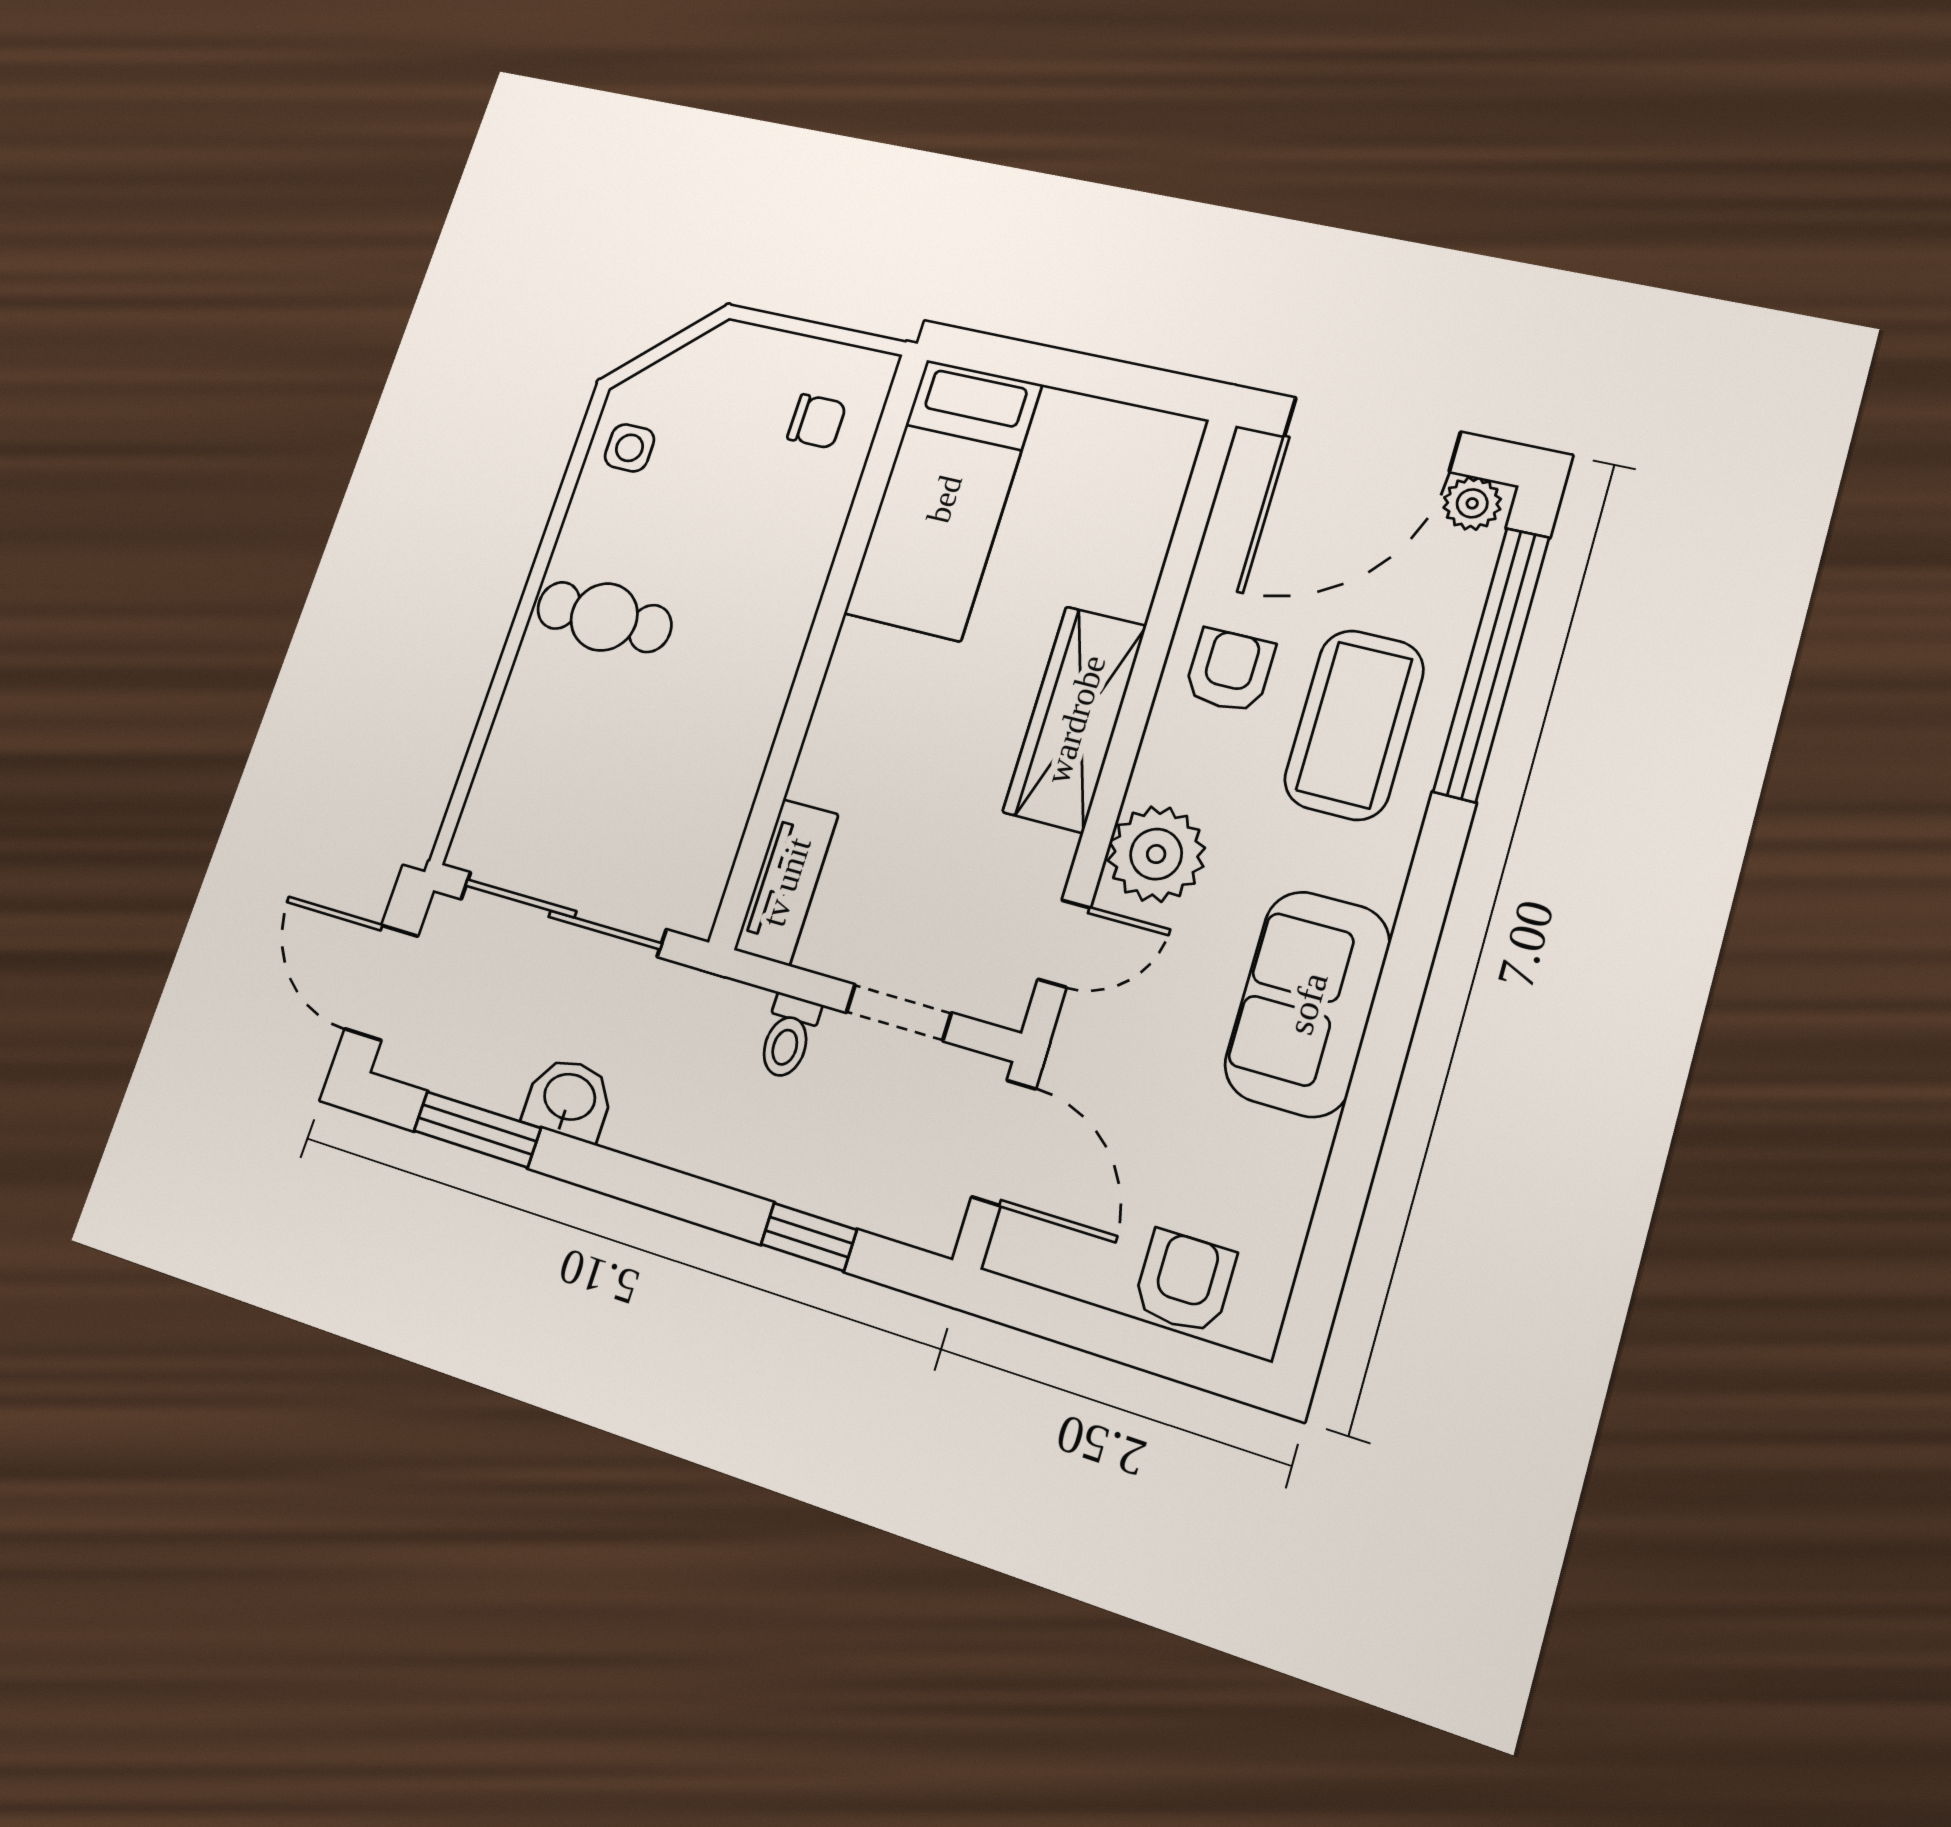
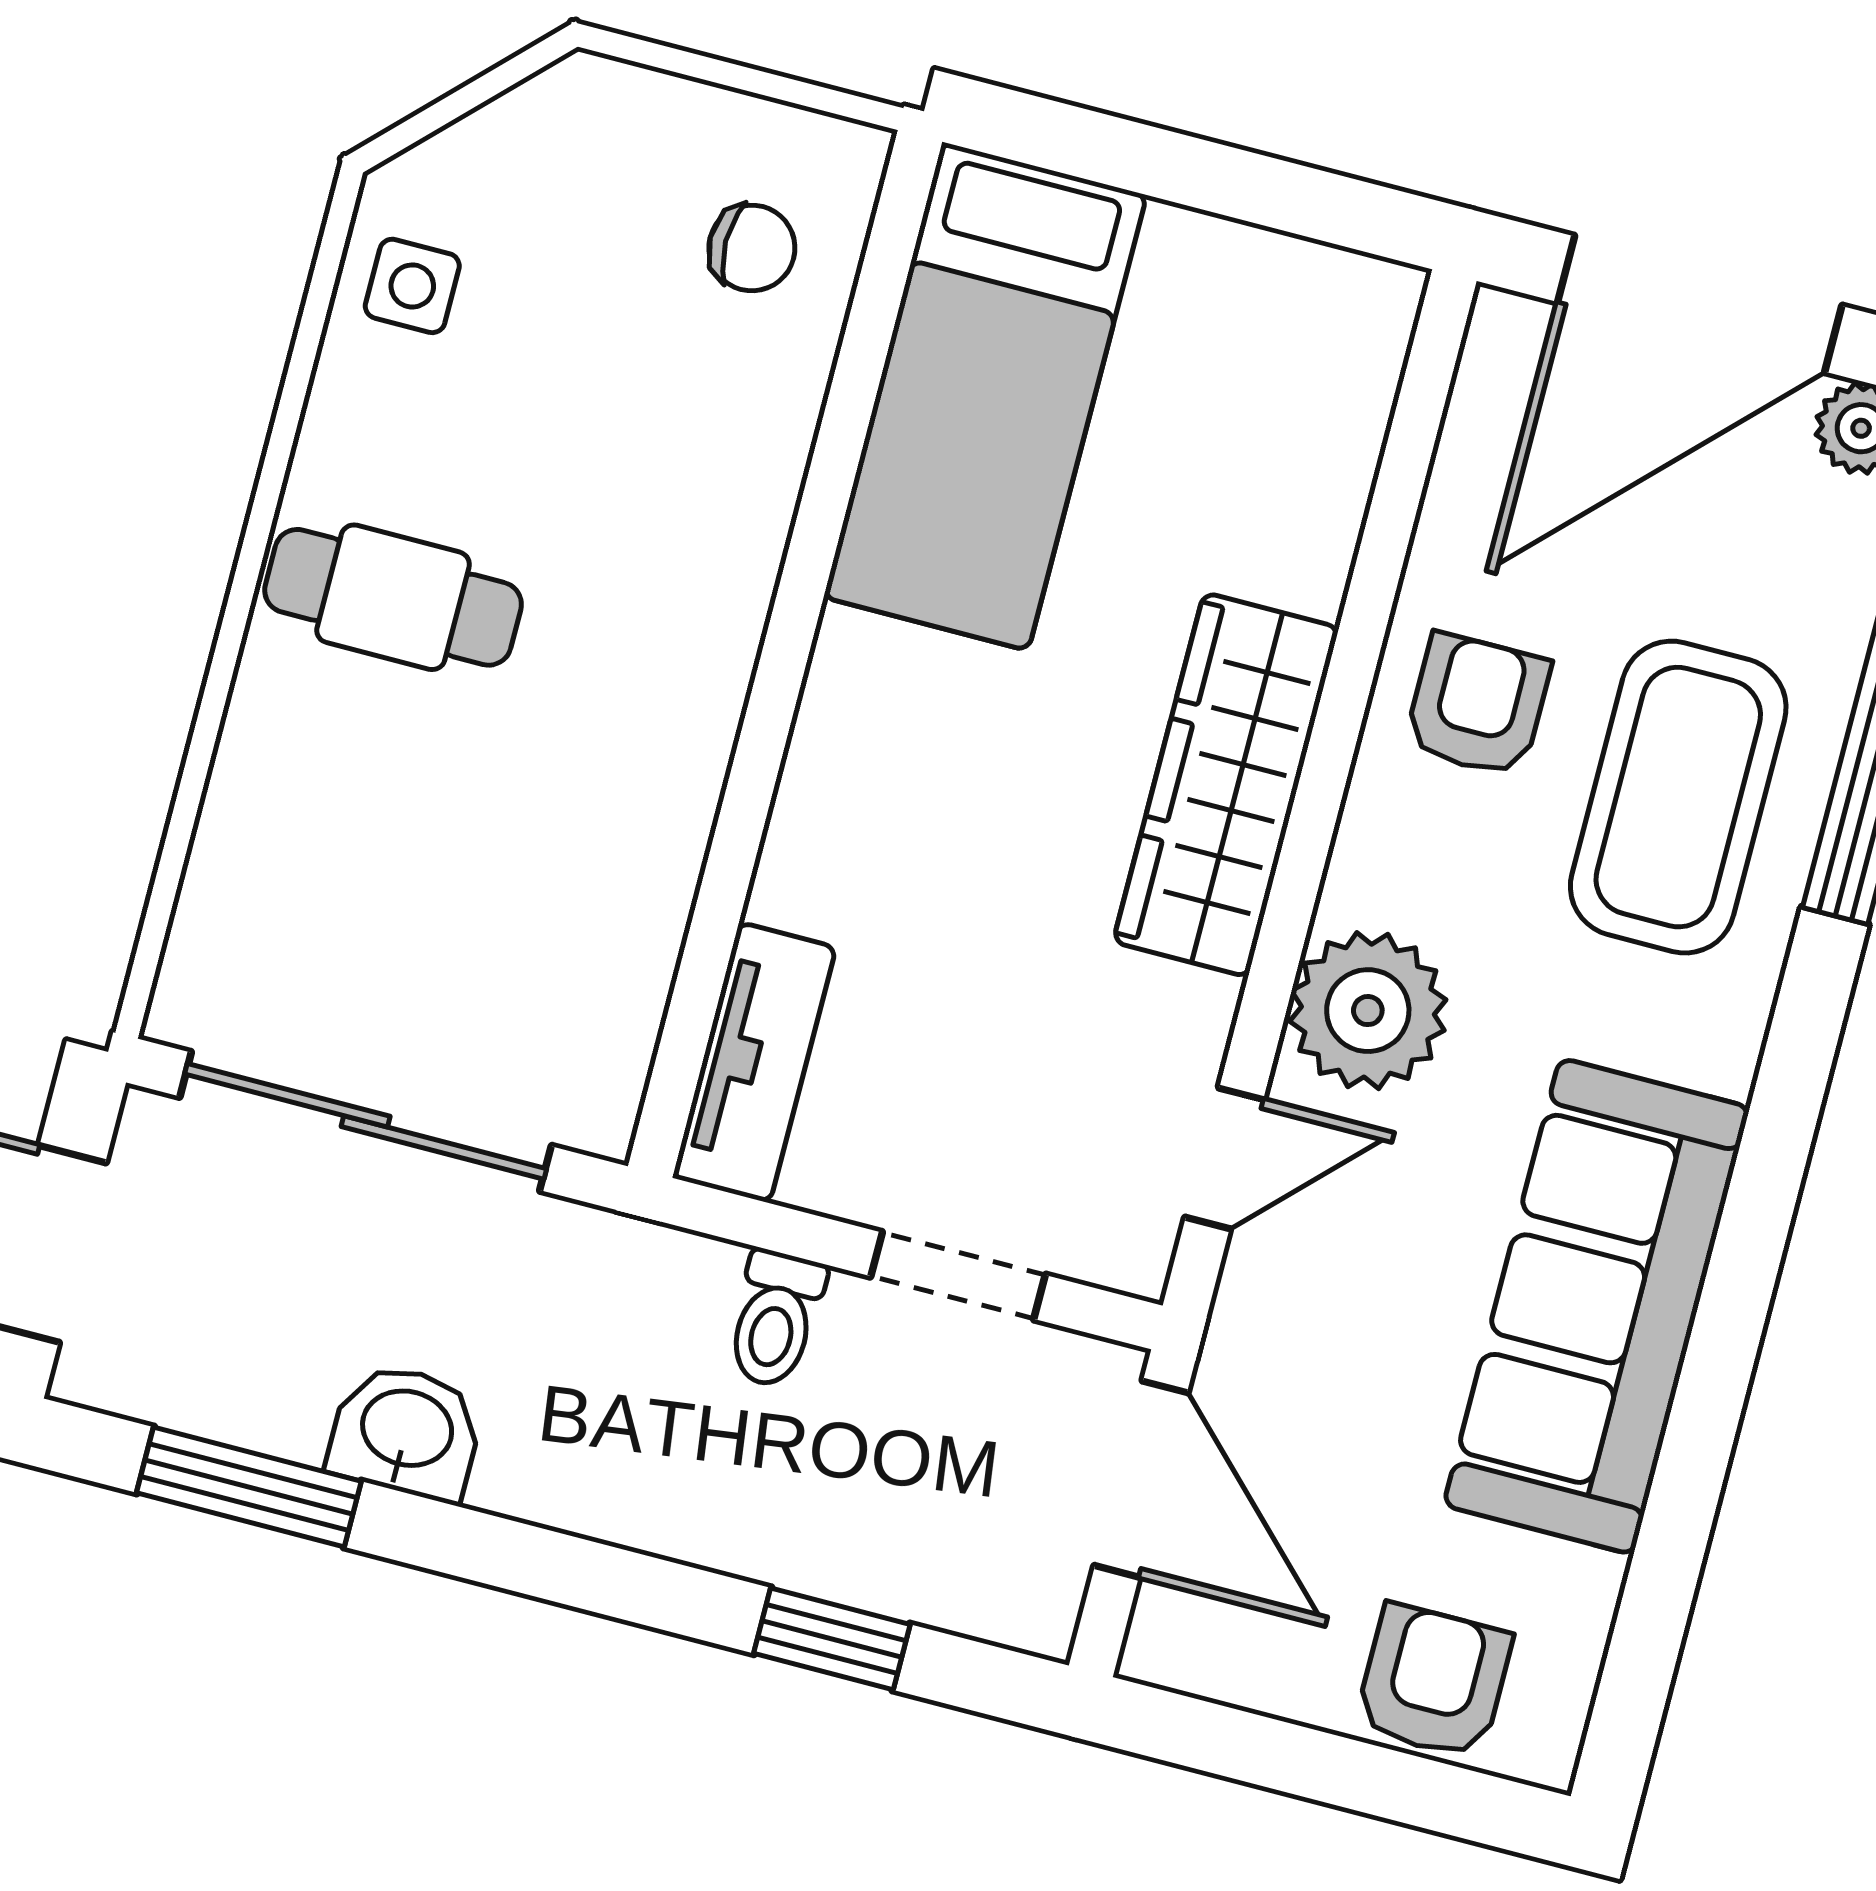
sofa: (1307, 1003) -> (1597, 1306), width x1.36

